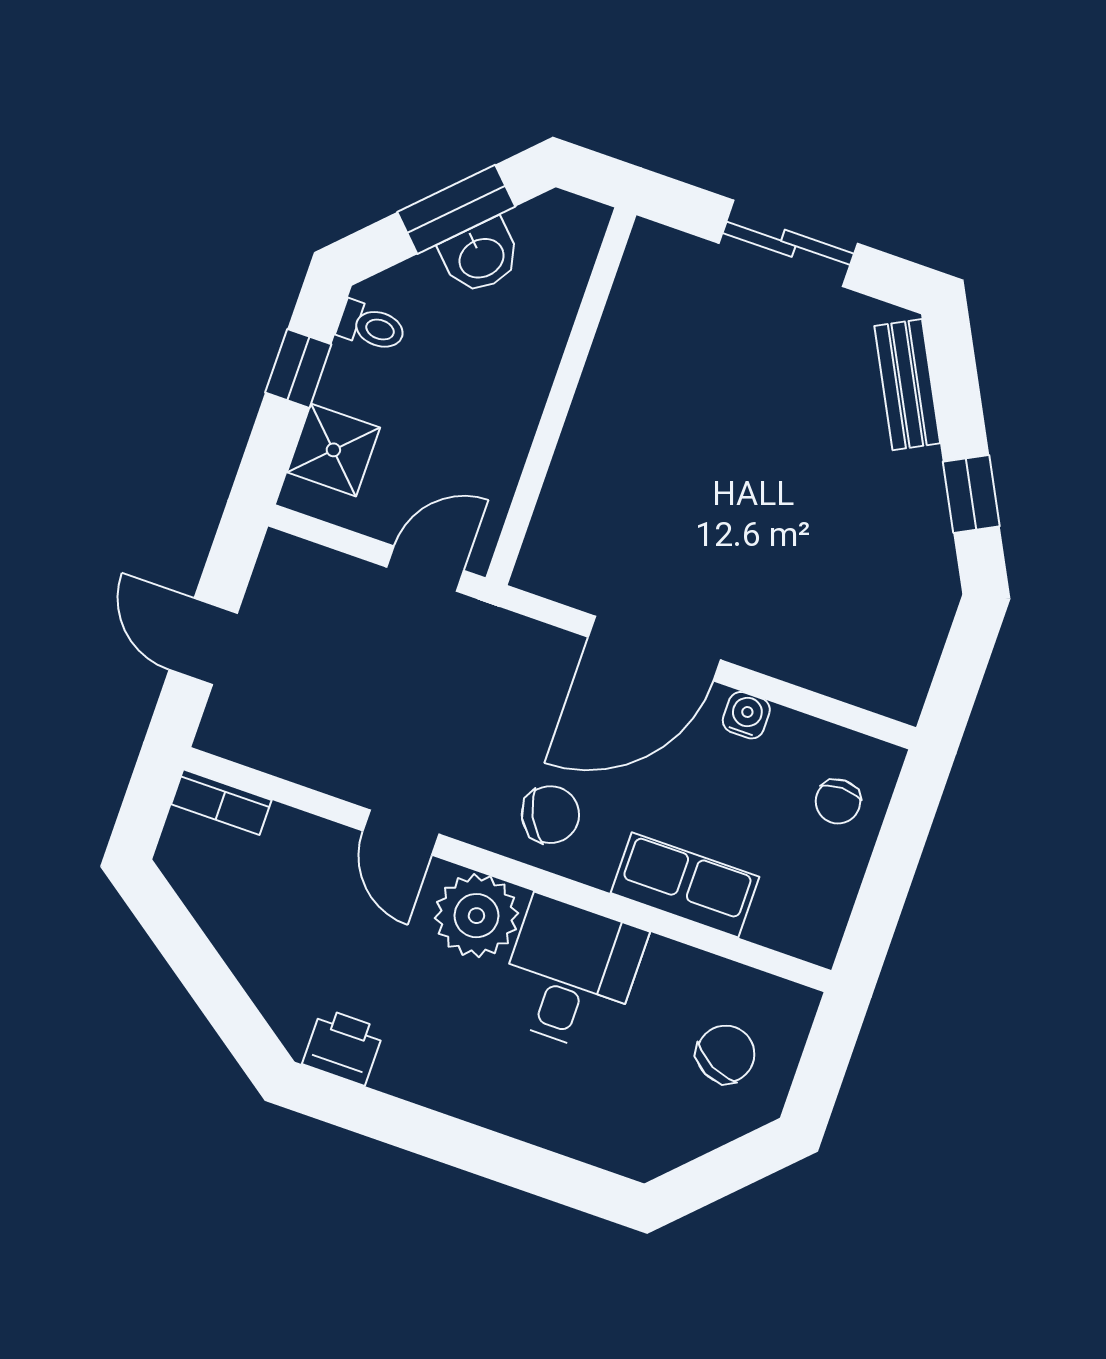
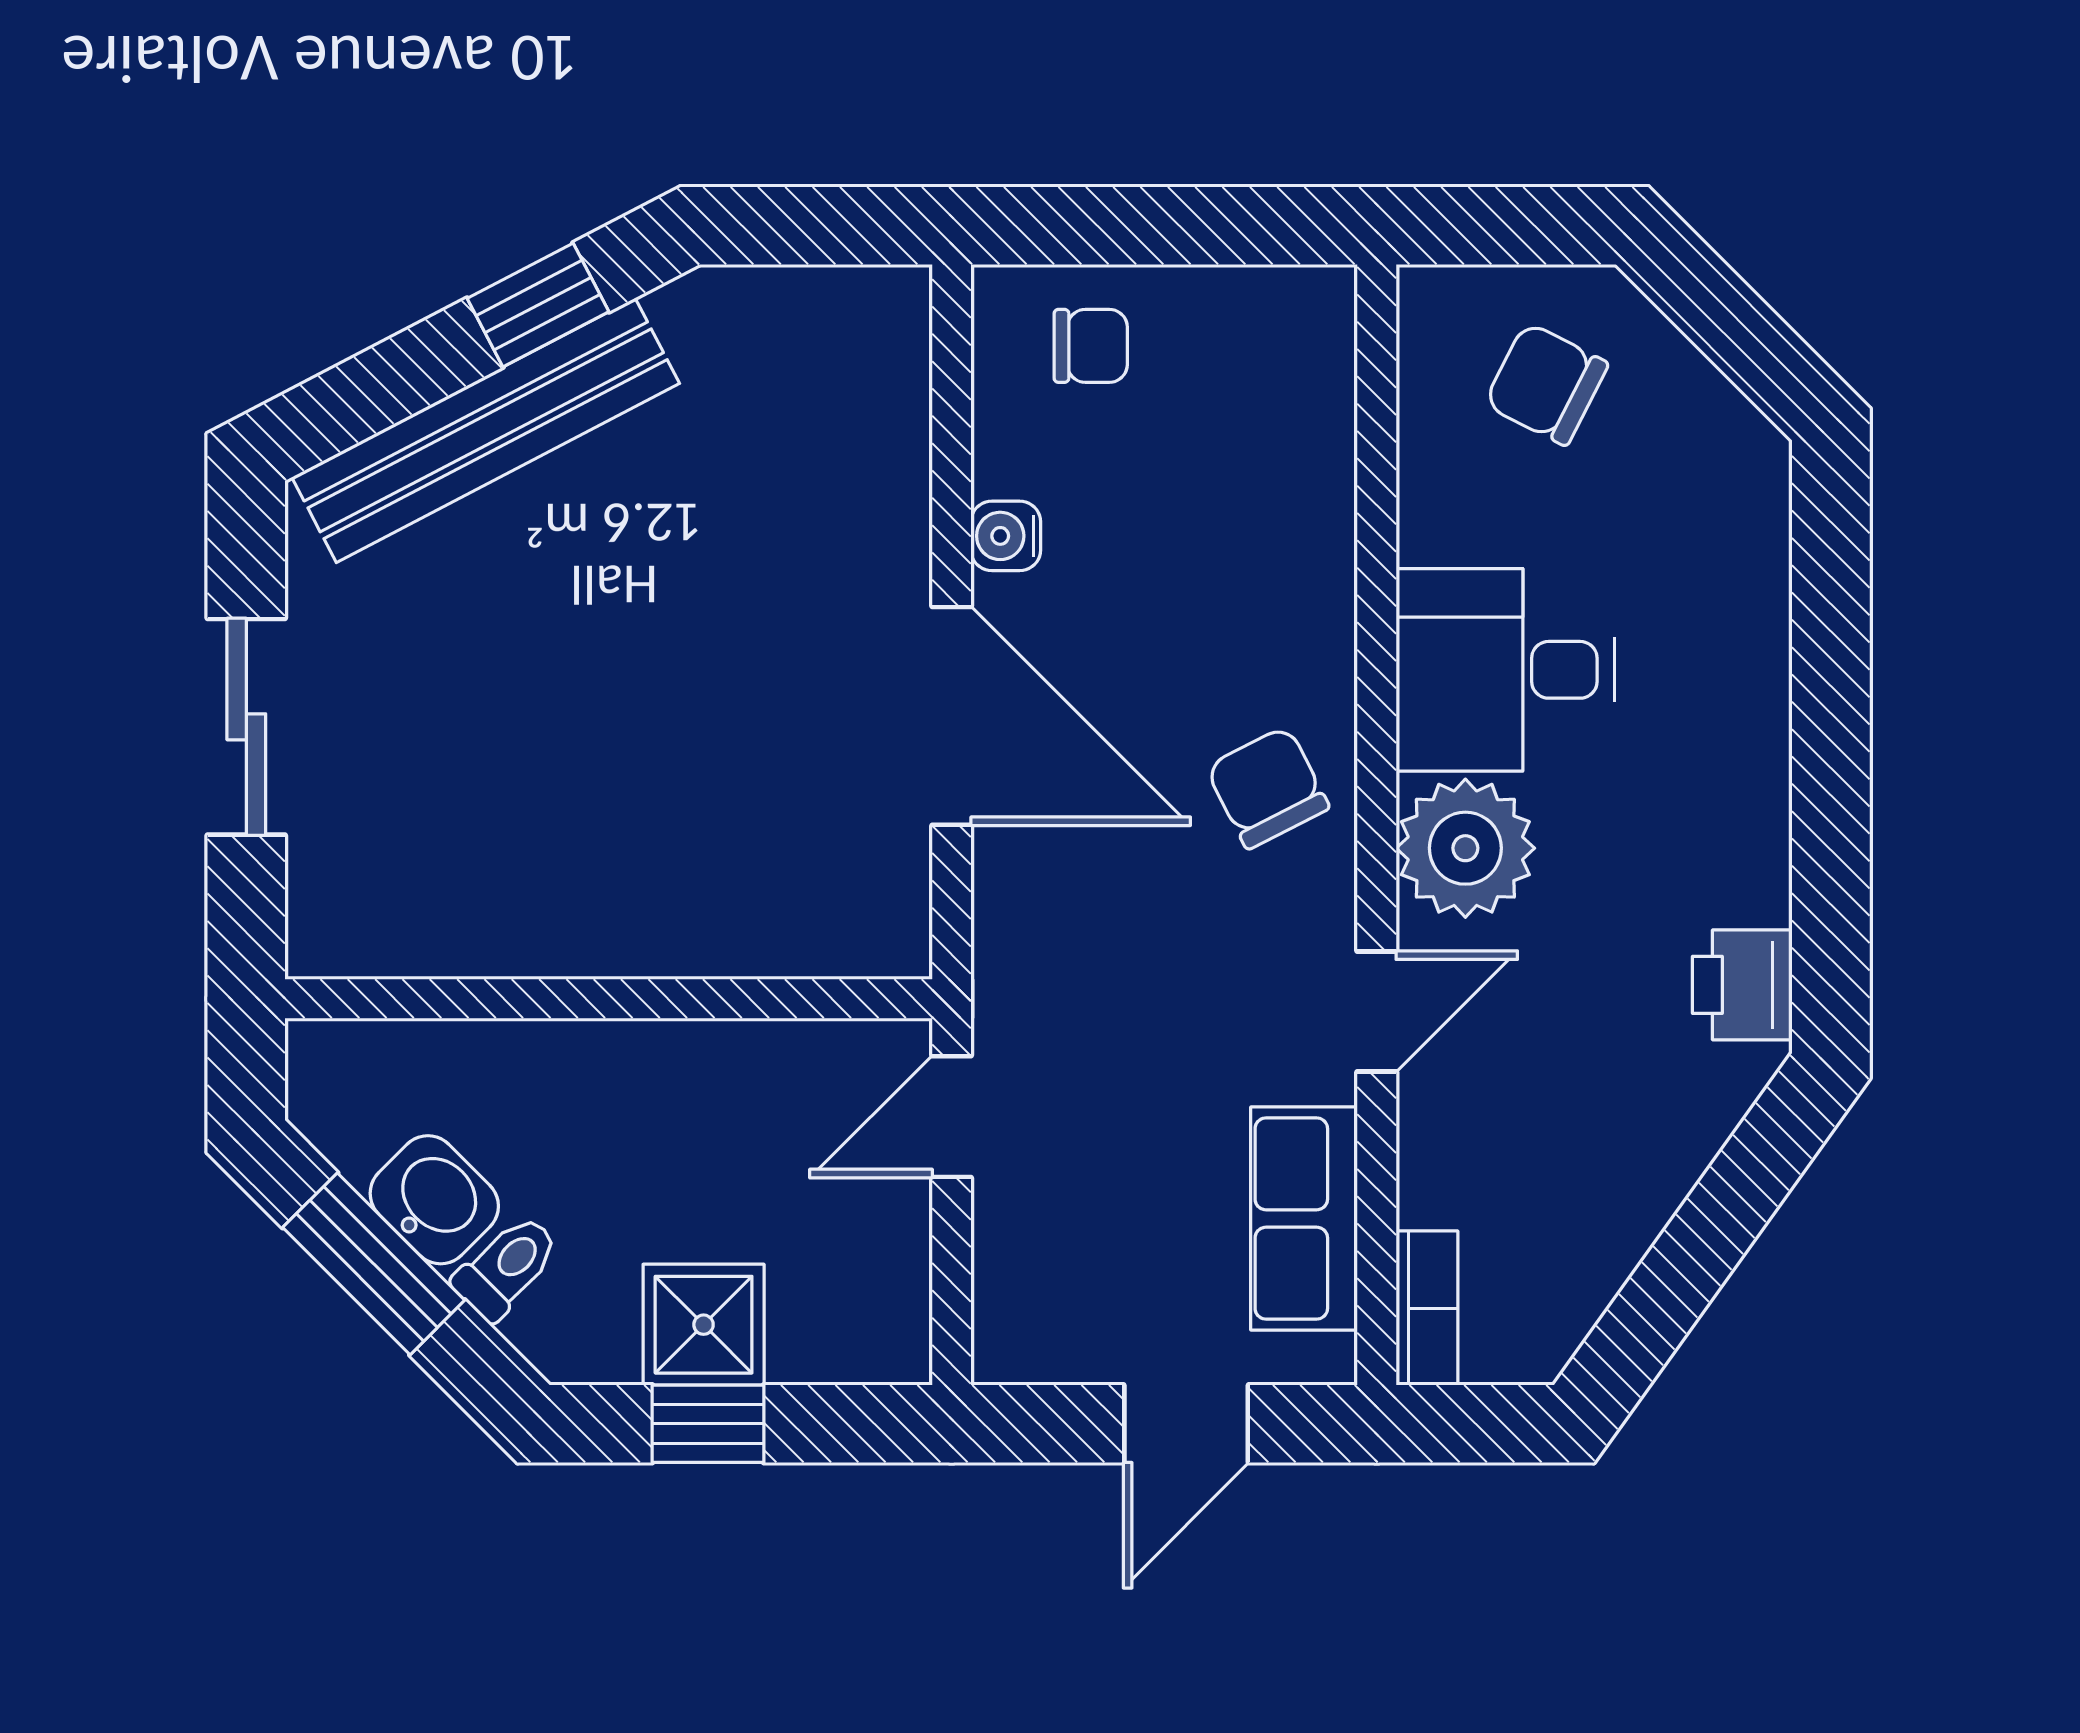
toilet: (372, 327) -> (507, 1267), moved, turned 45
bench: (907, 385) -> (486, 430), width x1.86, depth x1.21
shower: (333, 450) -> (704, 1325), moved
door: (425, 569) -> (952, 1117), hinge flipped
row of seats: (685, 885) -> (1304, 1218), moved

